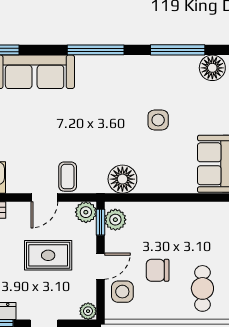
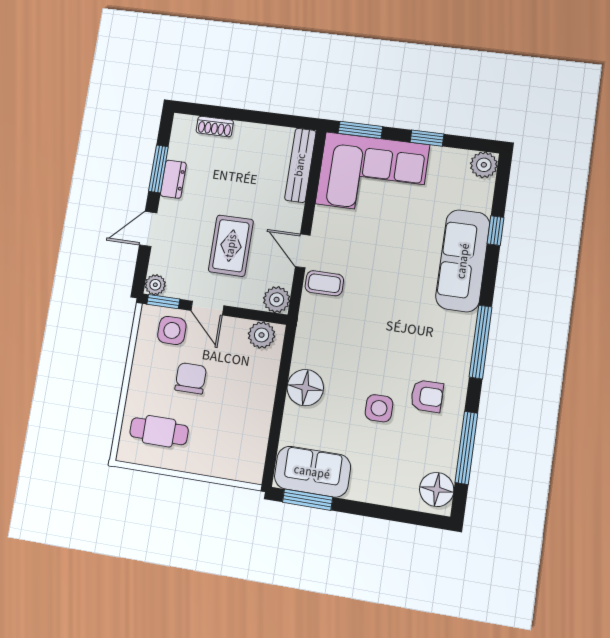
armchair: (143, 85) -> (427, 396), added
floor lamp: (122, 179) -> (305, 388), moved
window: (101, 222) -> (163, 302), moved

